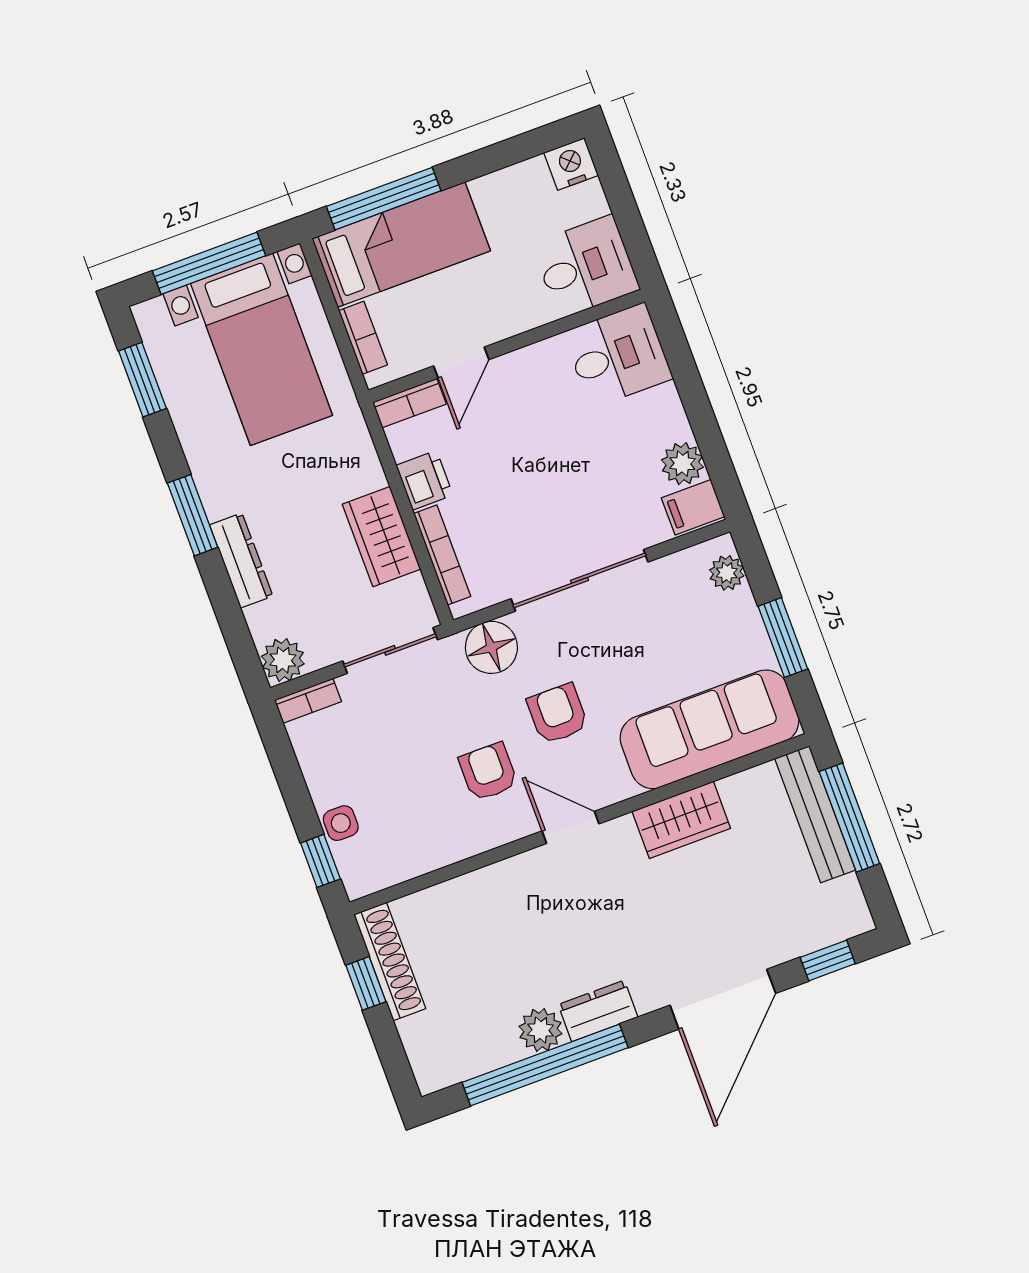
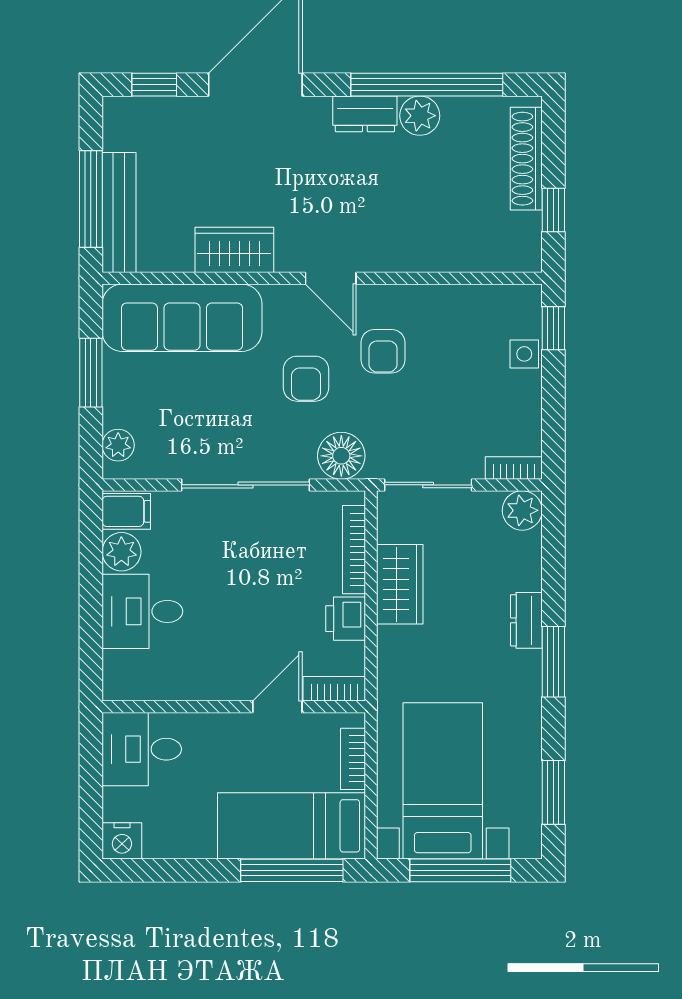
desk: (618, 355) -> (142, 611), moved
dresser: (241, 560) -> (526, 620), width x0.70
shoe rack: (390, 961) -> (526, 159), moved

